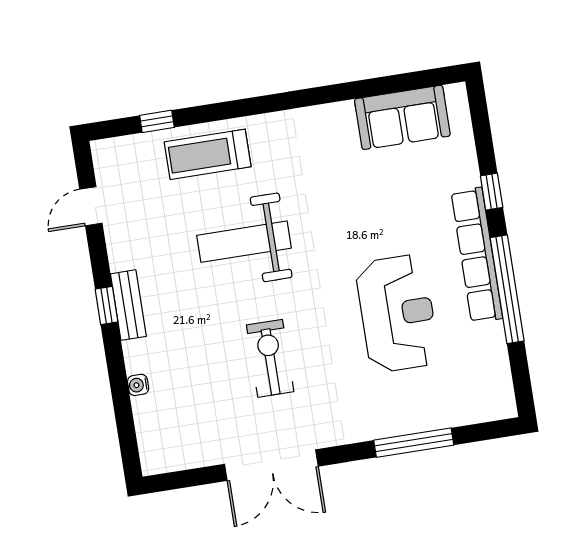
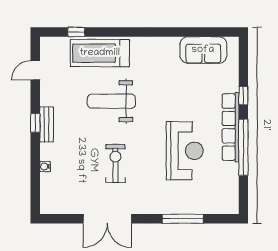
treadmill: (208, 154) -> (100, 53), width x1.37, depth x1.38

